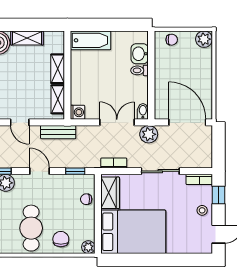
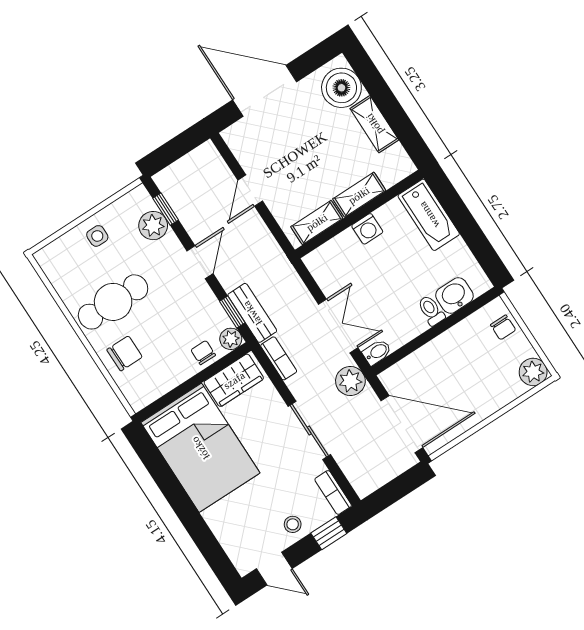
washing machine: (77, 112) -> (367, 229), moved
door: (187, 122) -> (402, 424), hinge flipped
bench: (58, 132) -> (252, 313), moved
plant: (88, 247) -> (231, 339), moved

